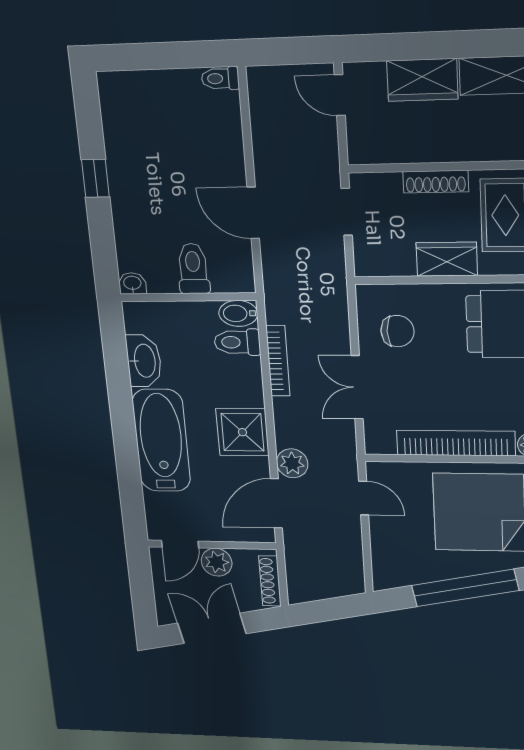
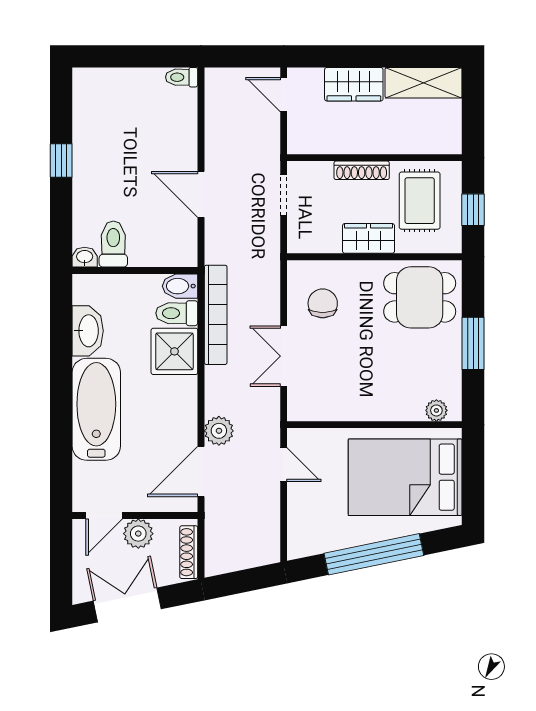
toilet: (193, 269) -> (113, 244), moved
chair: (397, 331) -> (323, 303), turned -90
bookcase: (278, 361) -> (216, 315), width x1.48, depth x1.31
shower: (242, 432) -> (174, 351), moved
bookcase: (456, 443) -> (370, 409), removed

